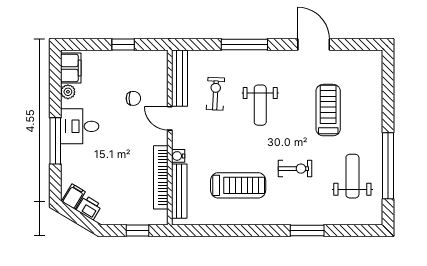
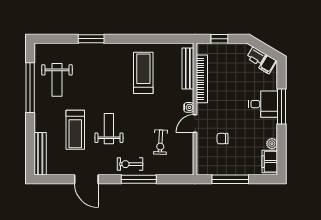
window: (123, 45) -> (230, 179), width x2.17
bench: (179, 78) -> (40, 154), moved
weight bench: (260, 105) -> (109, 129), moved
door: (170, 118) -> (195, 123), swing flipped
desk: (80, 126) -> (263, 104), moved
water cooler: (178, 156) -> (189, 107), moved
exercise bike: (295, 169) -> (130, 164), moved
treadmill: (238, 185) -> (143, 73), turned 90

